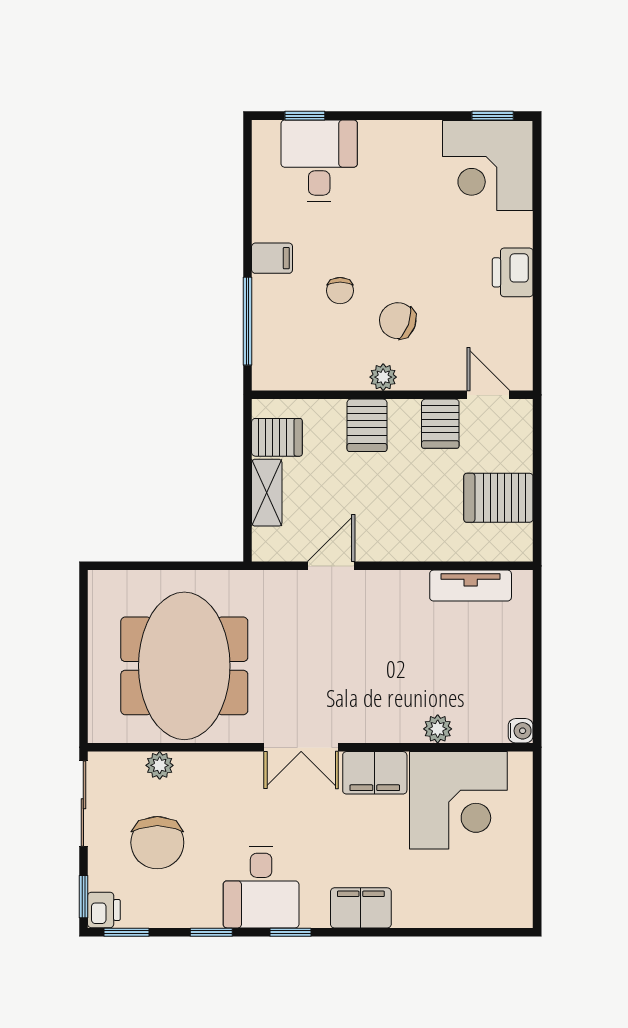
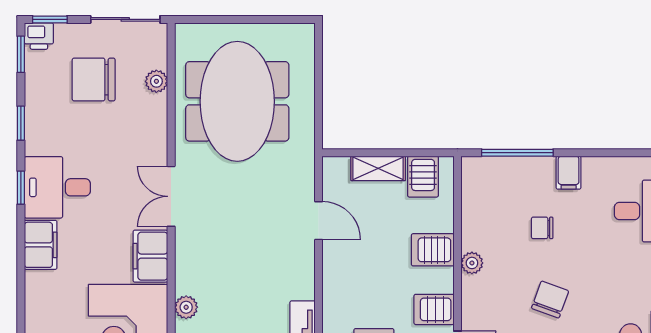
chair: (398, 321) -> (550, 300), moved
meeting table: (184, 666) -> (237, 101), turned 90
desk: (261, 887) -> (57, 187), moved

